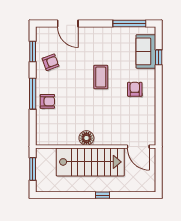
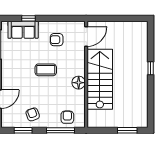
floor lamp: (86, 138) -> (79, 83), moved
wall: (96, 147) -> (86, 74), moved
door: (138, 147) -> (86, 36), moved
stairs: (90, 162) -> (100, 79), moved

